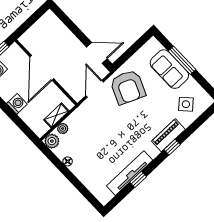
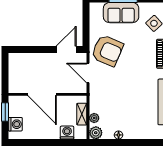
washing machine: (17, 104) -> (67, 133), moved

